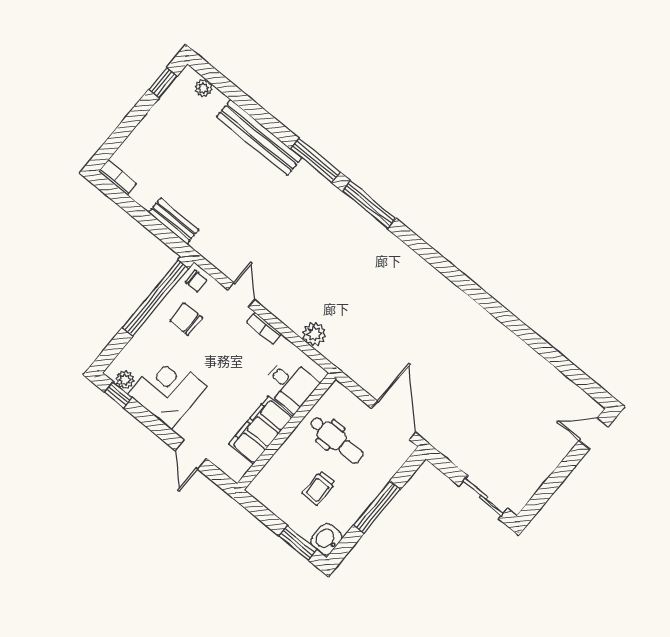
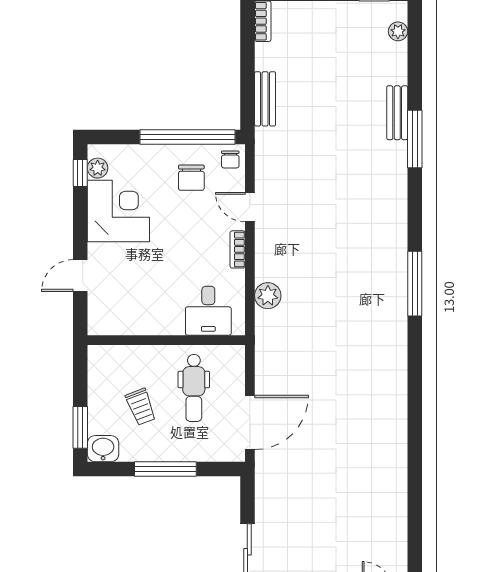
bench: (259, 137) -> (397, 113), width x0.54, depth x0.82
window: (315, 160) -> (415, 139), moved
window: (369, 205) -> (415, 284), moved
door: (241, 295) -> (250, 207), swing flipped
chair: (186, 319) -> (191, 178), turned 180
filing cabinet: (261, 430) -> (150, 318), removed
trolley: (319, 488) -> (141, 407), turned -111

